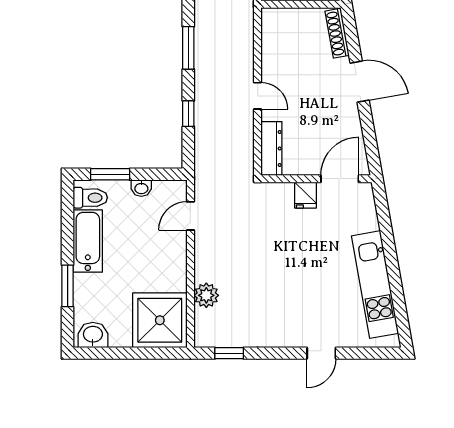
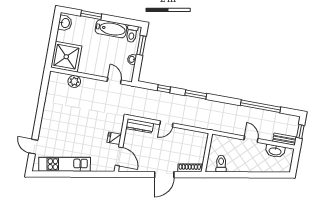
window: (229, 353) -> (44, 87), removed
door: (321, 353) -> (33, 147), moved

